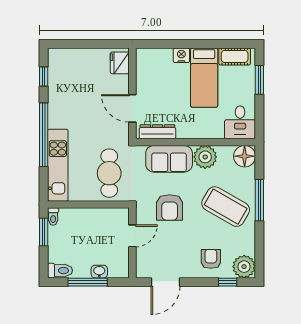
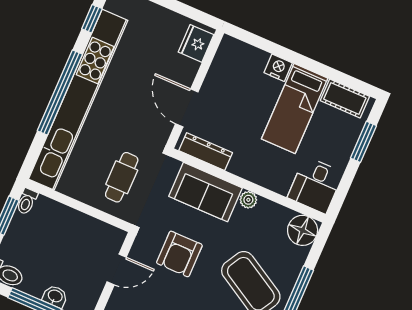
plant: (205, 157) -> (248, 200), width x0.53, depth x0.53
kitchen unit: (58, 165) -> (78, 100), width x1.86
cafe table: (109, 173) -> (122, 177), width x0.73, depth x0.74

